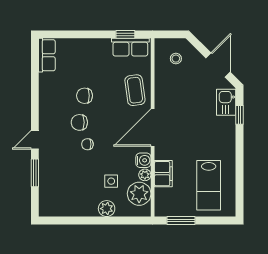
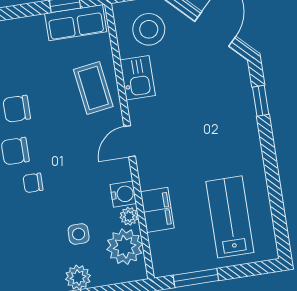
stool: (176, 59) -> (149, 29), width x1.89, depth x1.89
kitchen sink: (226, 102) -> (138, 78), moved, turned 180
door: (153, 128) -> (130, 141), width x0.53
lab bench: (209, 185) -> (230, 217), turned 180

